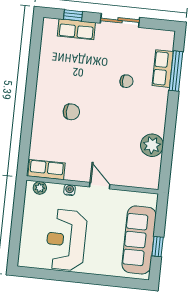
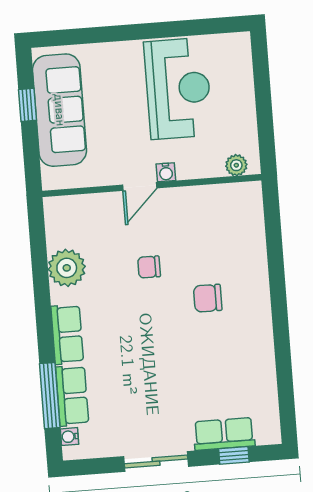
water cooler: (169, 45) -> (69, 437), added
chair: (126, 81) -> (149, 267), moved
row of seats: (47, 170) -> (67, 334), moved, turned -90
door: (100, 186) -> (140, 187), hinge flipped
water cooler: (70, 190) -> (166, 172), moved

